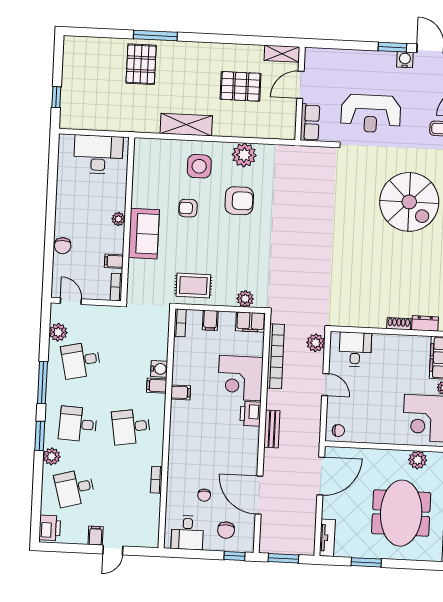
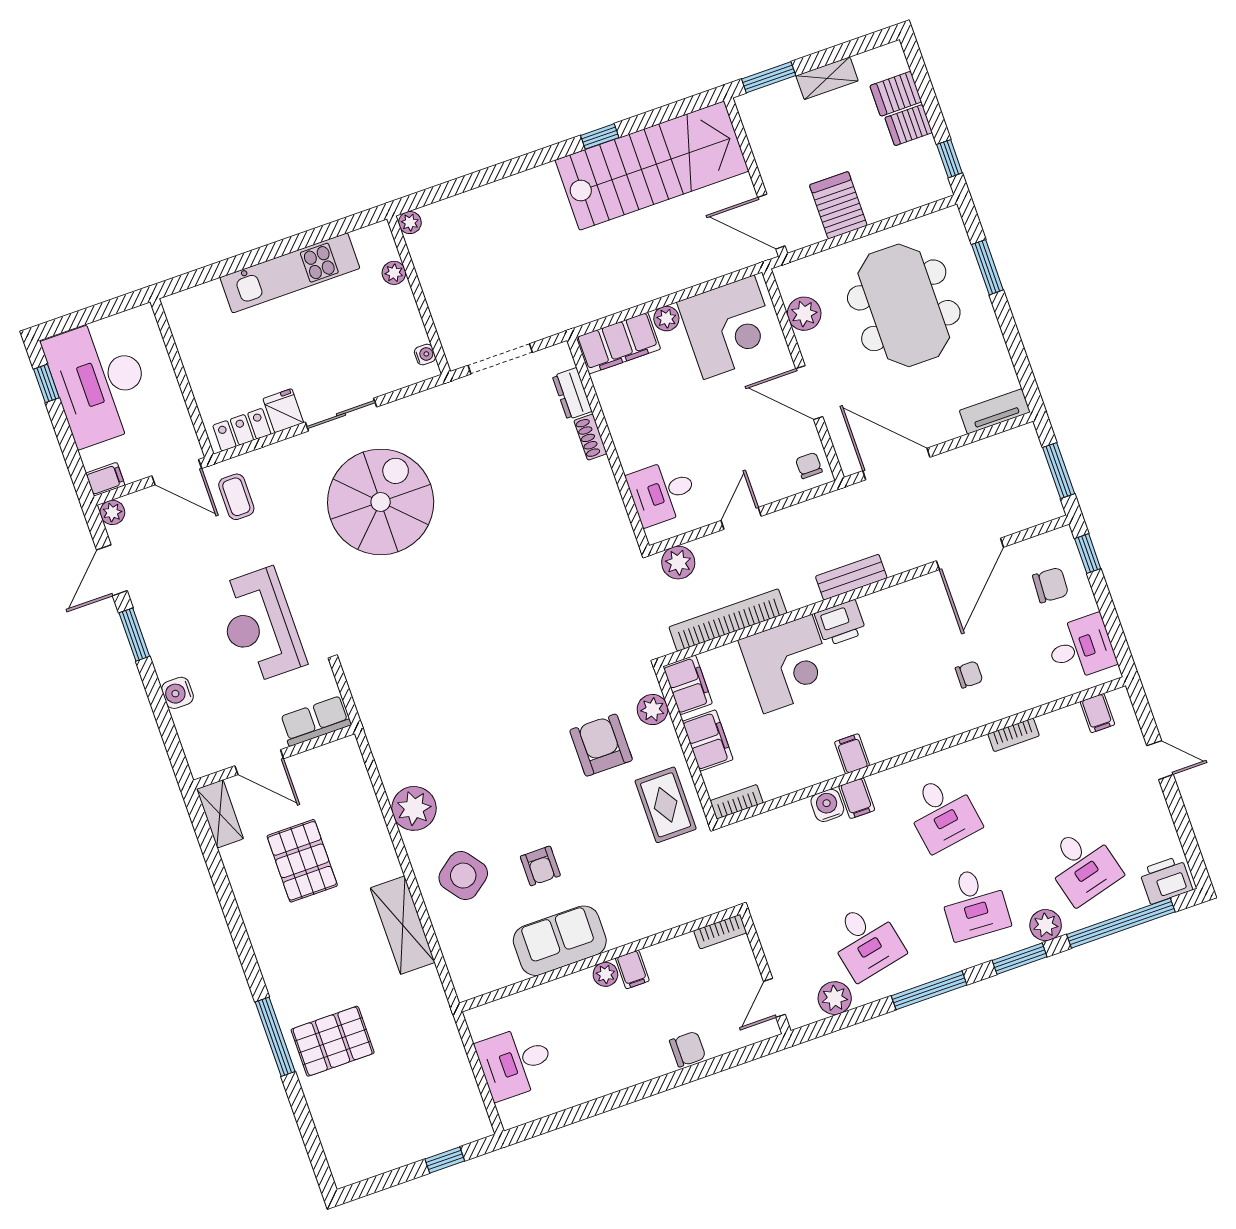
water cooler: (405, 60) -> (178, 693), moved
reception desk: (371, 114) -> (260, 626), turned 180
desk: (98, 154) -> (516, 1062), width x0.73
side table: (199, 166) -> (463, 876), turned -37
armchair: (239, 201) -> (601, 745), moved
sofa: (144, 234) -> (560, 941), moved
filing cabinet: (114, 261) -> (632, 970), moved
filing cabinet: (210, 320) -> (708, 740), width x2.00
door: (376, 446) -> (809, 393), added
chair: (204, 495) -> (969, 674), moved
window: (37, 496) -> (1121, 923), added
meeting table: (401, 513) -> (904, 305), turned 90
filing cabinet: (96, 536) -> (1097, 713), moved, turned -90
window: (366, 562) -> (987, 267), moved

